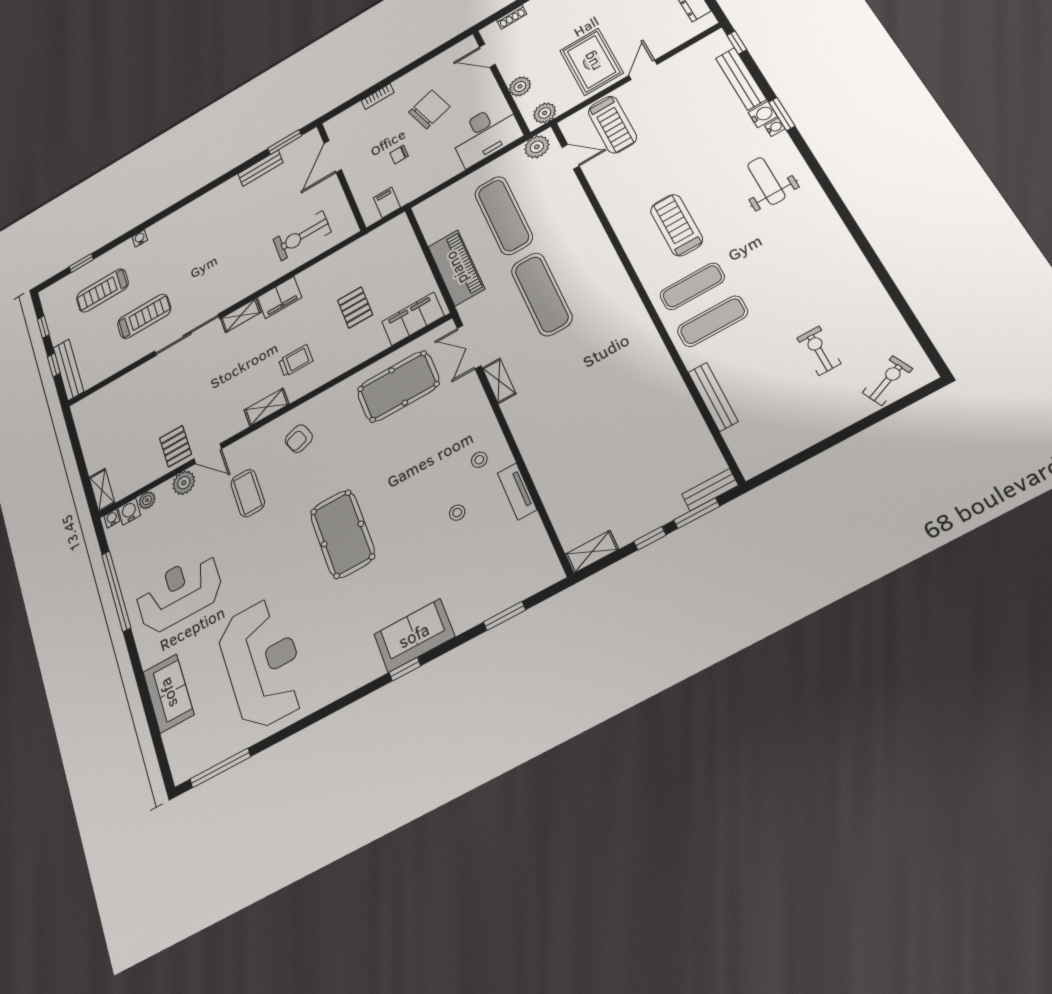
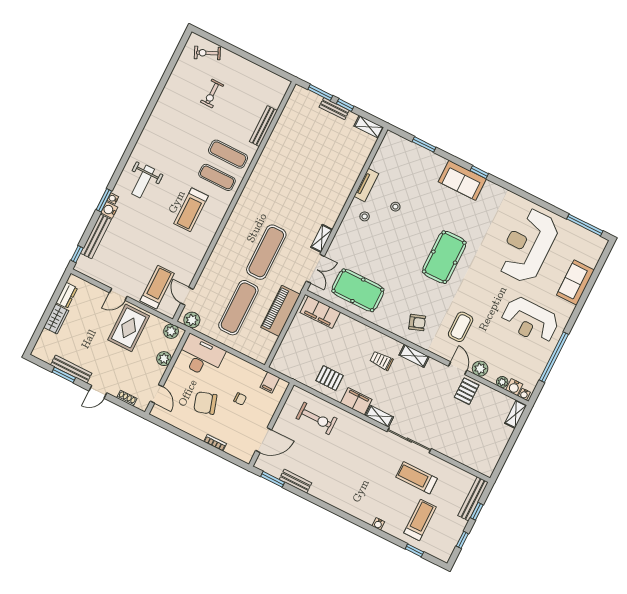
treadmill: (102, 291) -> (420, 520), turned -90
pallet: (355, 307) -> (330, 378), moved, turned 90
bench: (710, 490) -> (334, 109), moved

